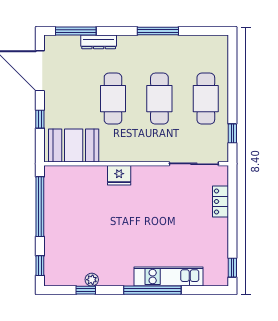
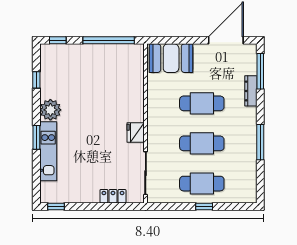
window: (40, 119) -> (184, 40), removed
window: (232, 133) -> (204, 206), moved
booth: (74, 145) -> (171, 58), moved, turned 90
fridge: (119, 175) -> (136, 132), moved
plant: (92, 280) -> (50, 110), moved, width x1.88, depth x1.88
window: (152, 290) -> (36, 137), width x0.47

